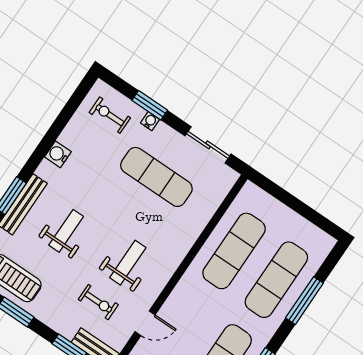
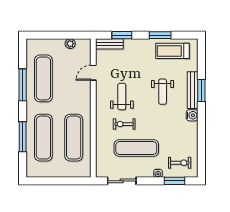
window: (150, 105) -> (175, 181), moved
water cooler: (58, 154) -> (192, 115), moved
weight bench: (128, 263) -> (122, 97), turned 180
exercise bike: (98, 302) -> (124, 124), moved

